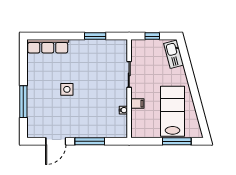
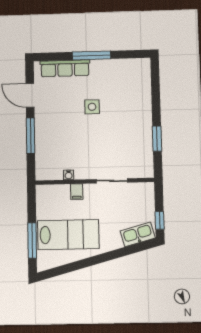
window: (152, 36) -> (160, 220), moved
row of seats: (48, 46) -> (65, 68), moved, turned -90
window: (23, 102) -> (92, 55), moved

